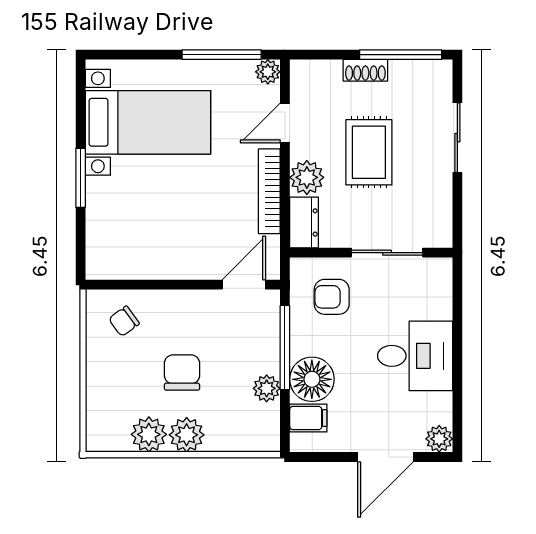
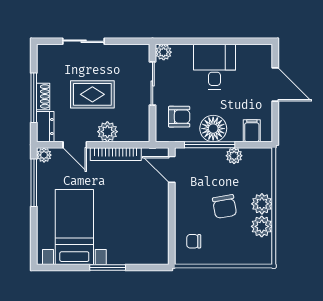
window: (401, 55) -> (34, 98), moved
dresser: (304, 222) -> (45, 127), moved, turned 90
armchair: (332, 297) -> (179, 117), turned -90
chair: (124, 321) -> (194, 241), turned 126
chair: (182, 373) -> (225, 207), turned -100
floor lamp: (312, 379) -> (213, 129), moved
plant: (439, 439) -> (164, 52), moved

